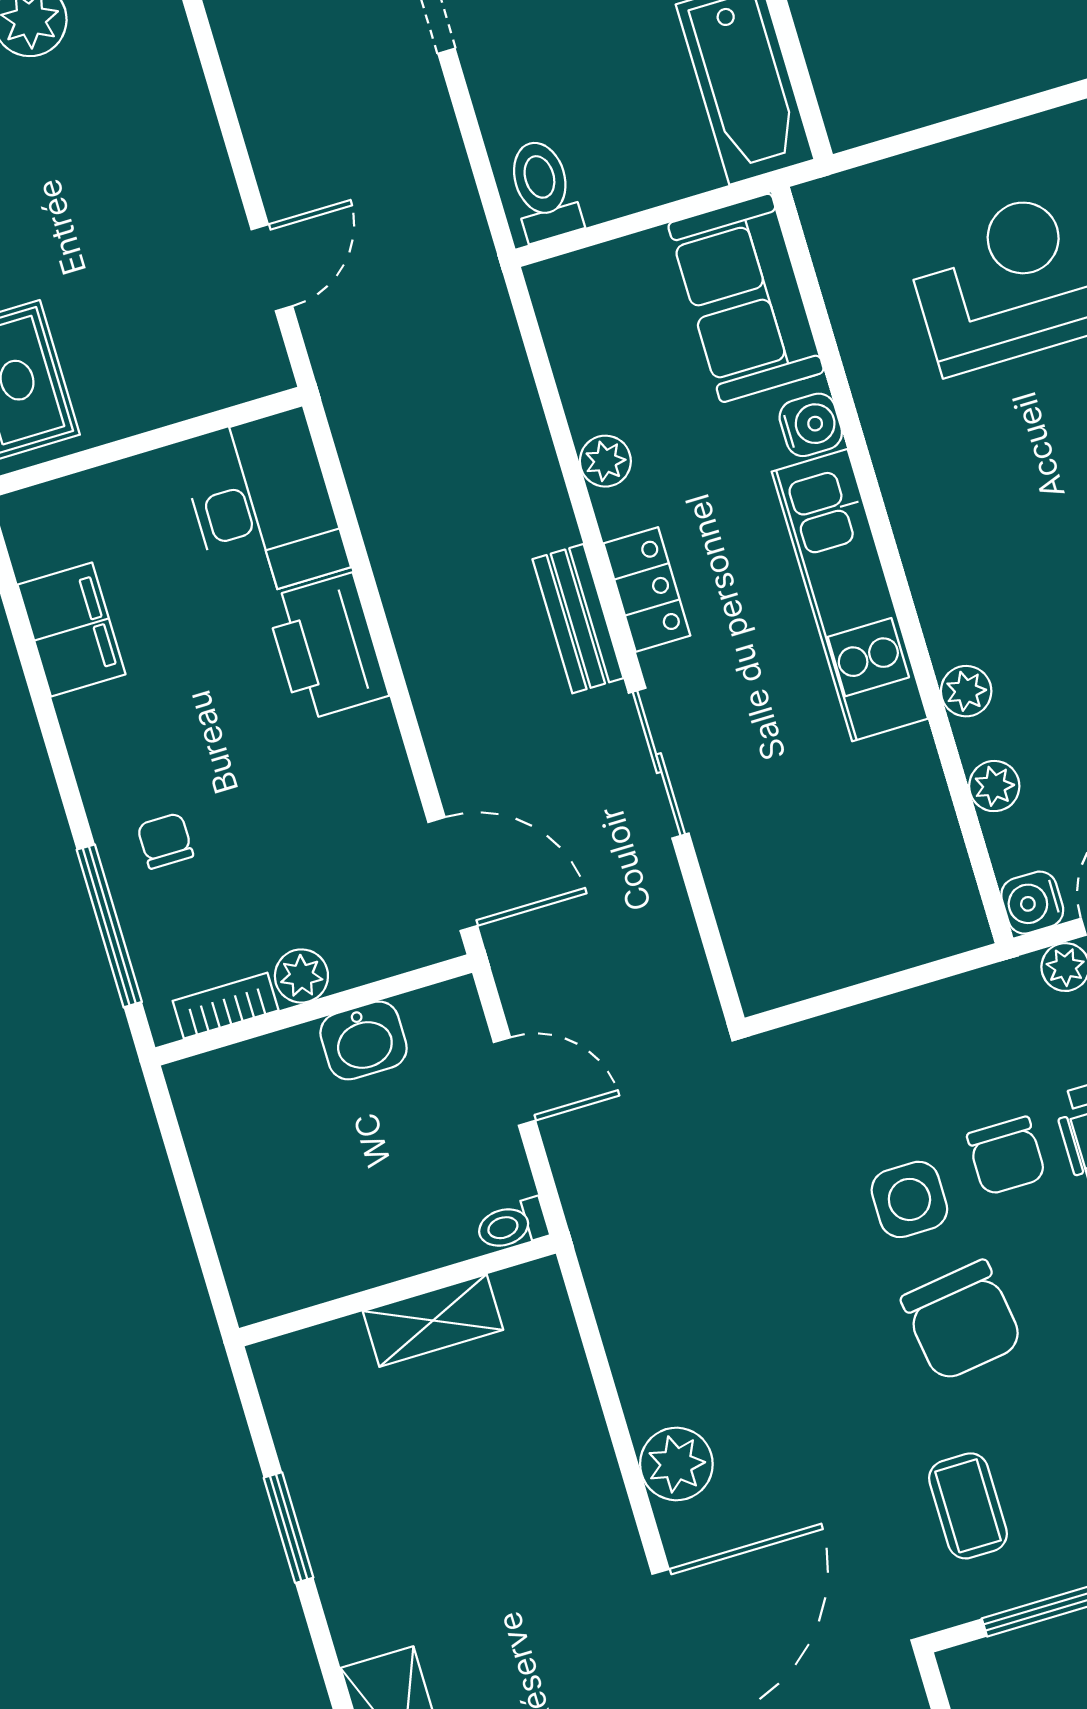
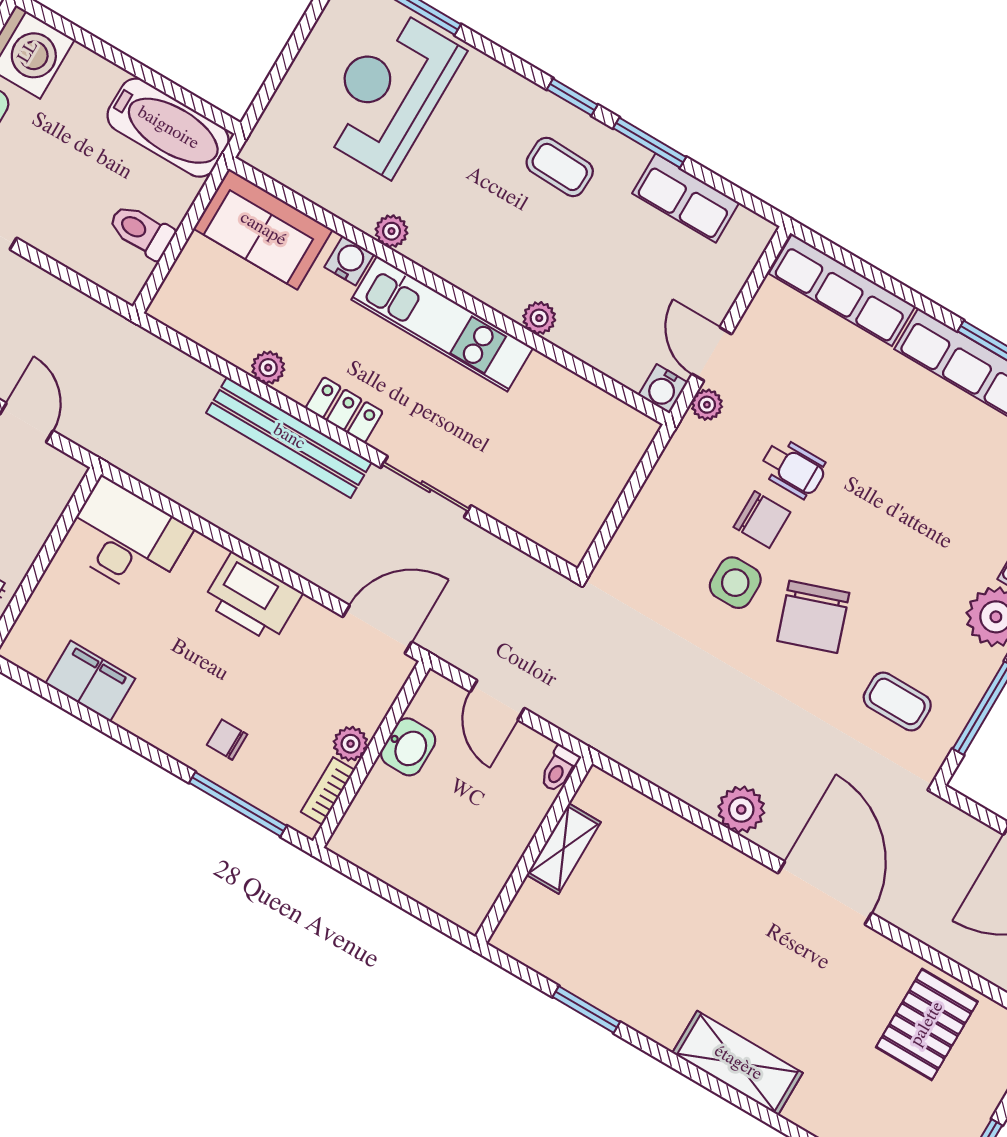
toilet: (543, 190) -> (141, 231), moved
bench: (578, 619) -> (289, 437), width x1.86, depth x1.21
printer: (327, 647) -> (253, 598), moved
plant: (994, 786) -> (391, 231), moved
door: (514, 1081) -> (497, 700), swing flipped
chair: (962, 1321) -> (813, 617), turned 79

